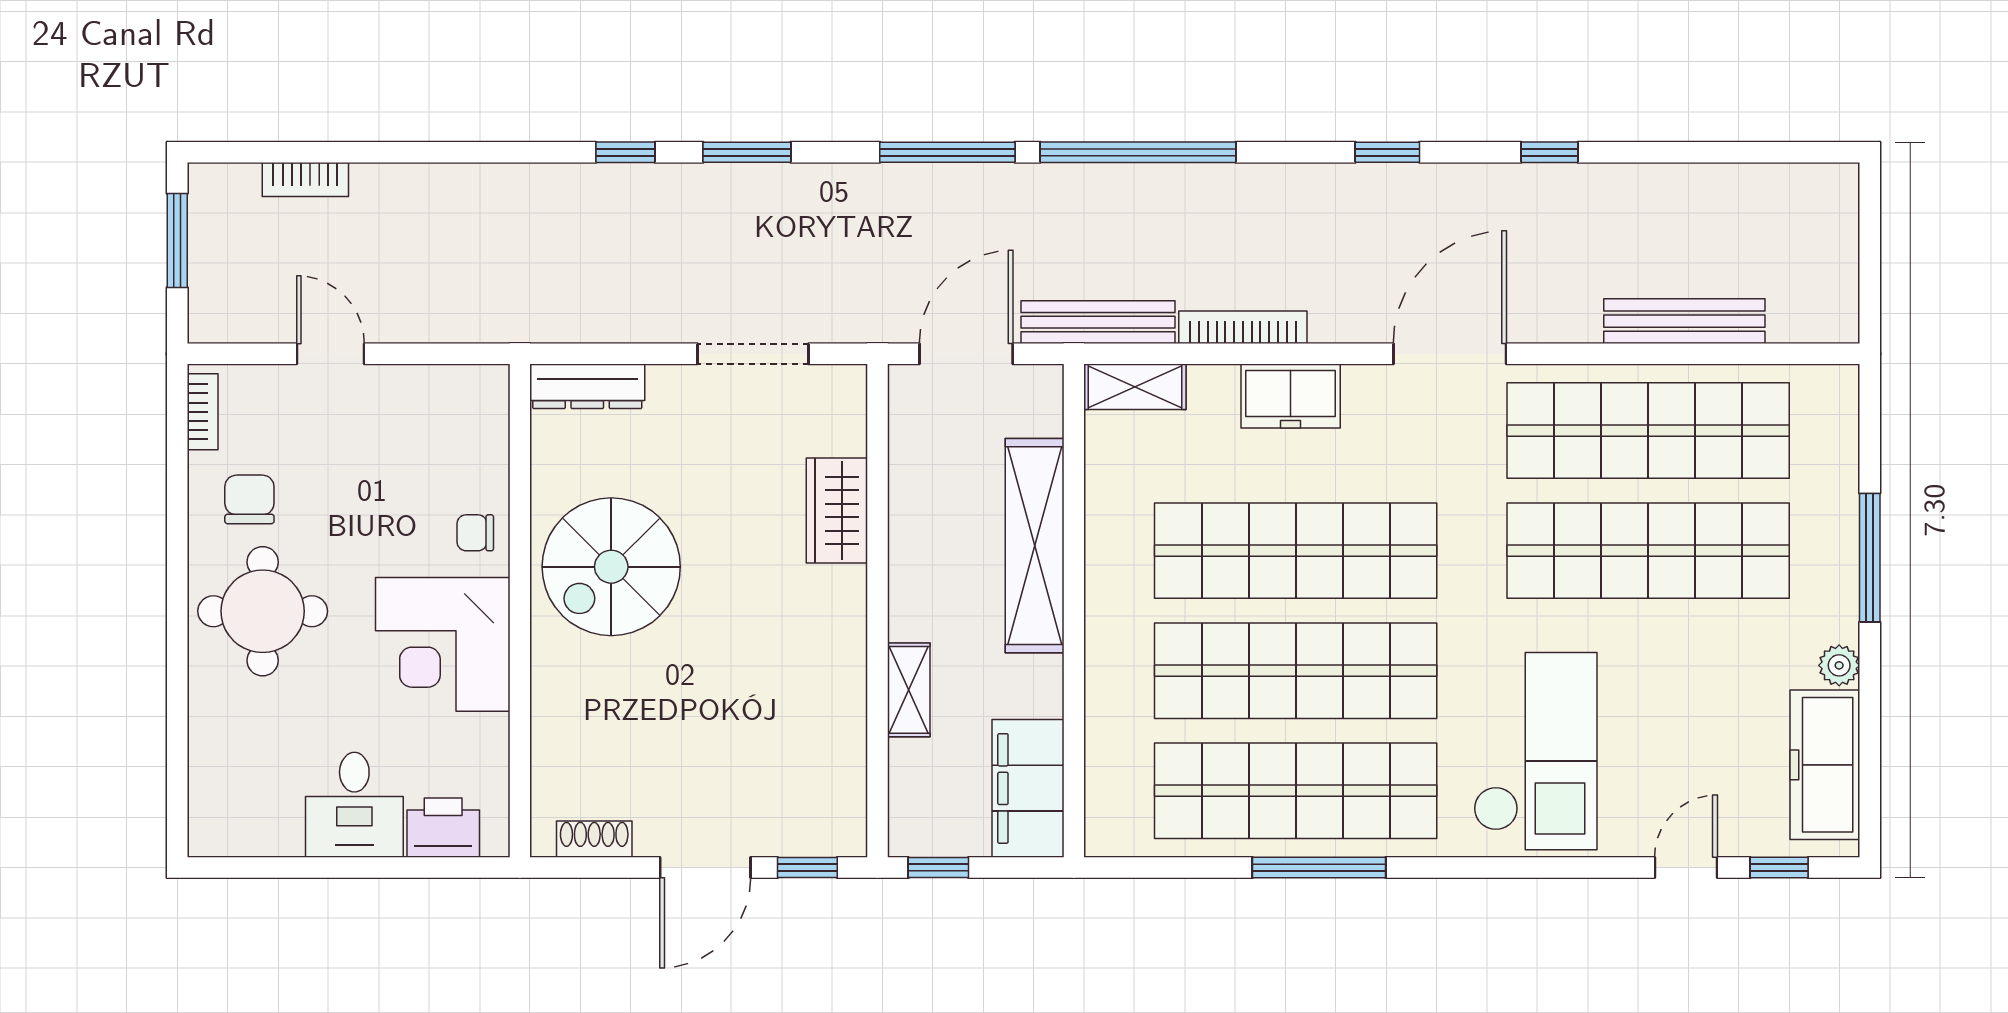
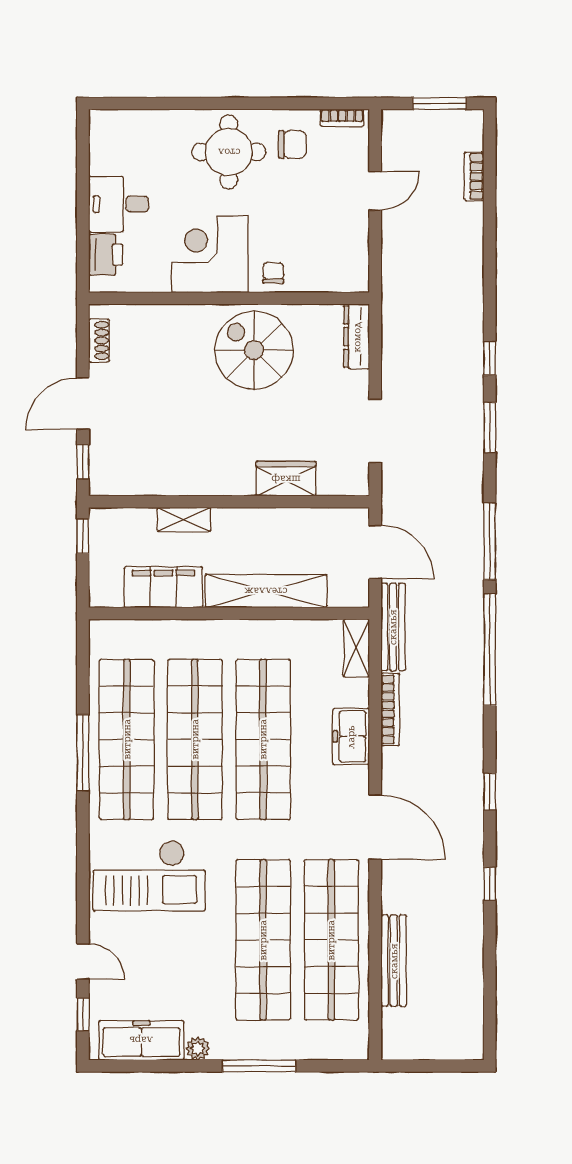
filing cabinet: (1028, 788) -> (163, 587), moved
door: (705, 868) -> (83, 404), hinge flipped

